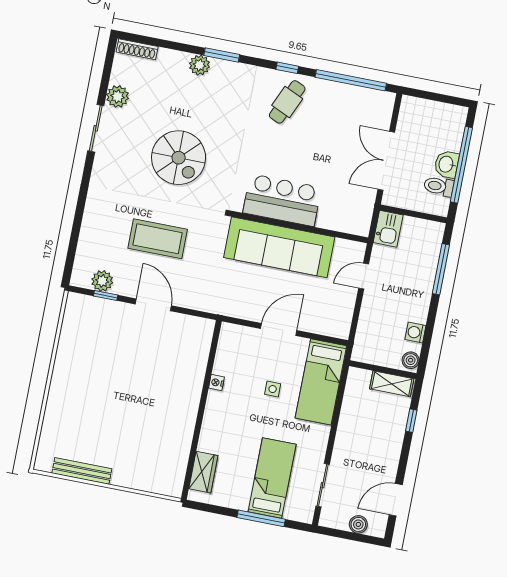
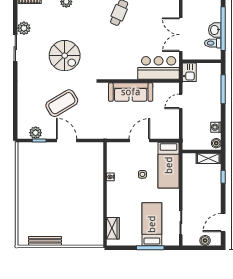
bar counter: (282, 200) -> (159, 68), moved
coffee table: (158, 239) -> (62, 103), turned -31
sofa: (279, 247) -> (131, 92), width x0.74, depth x0.79

